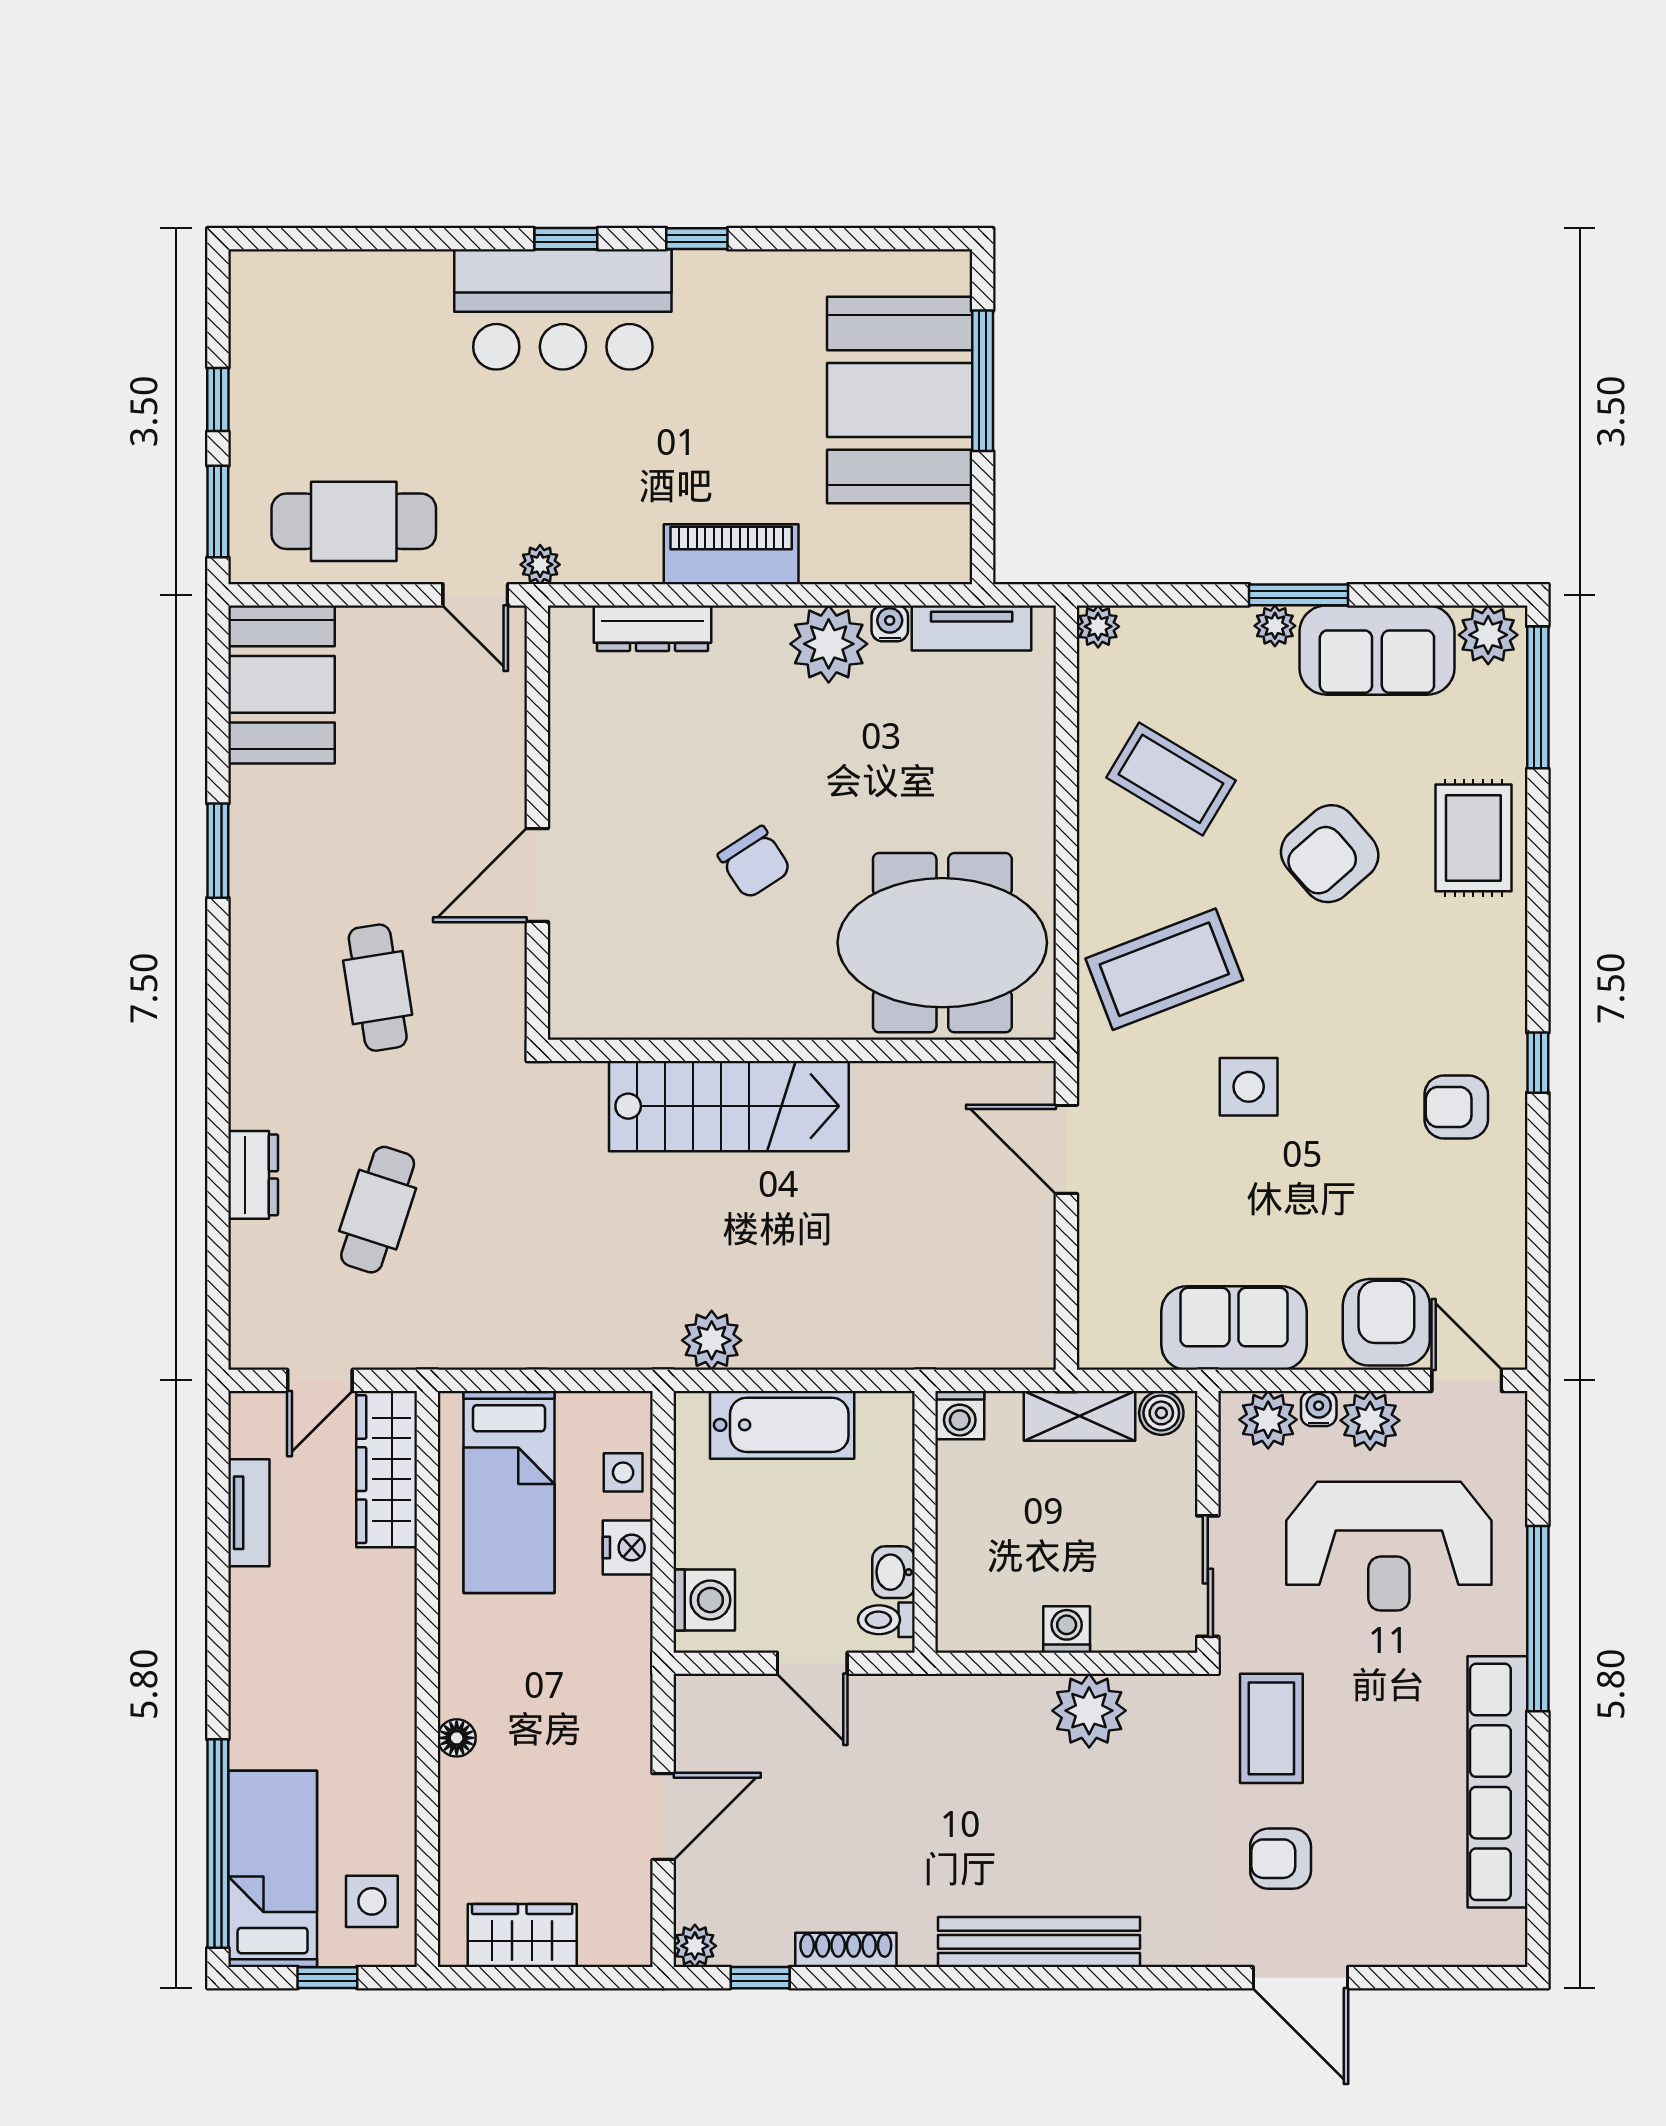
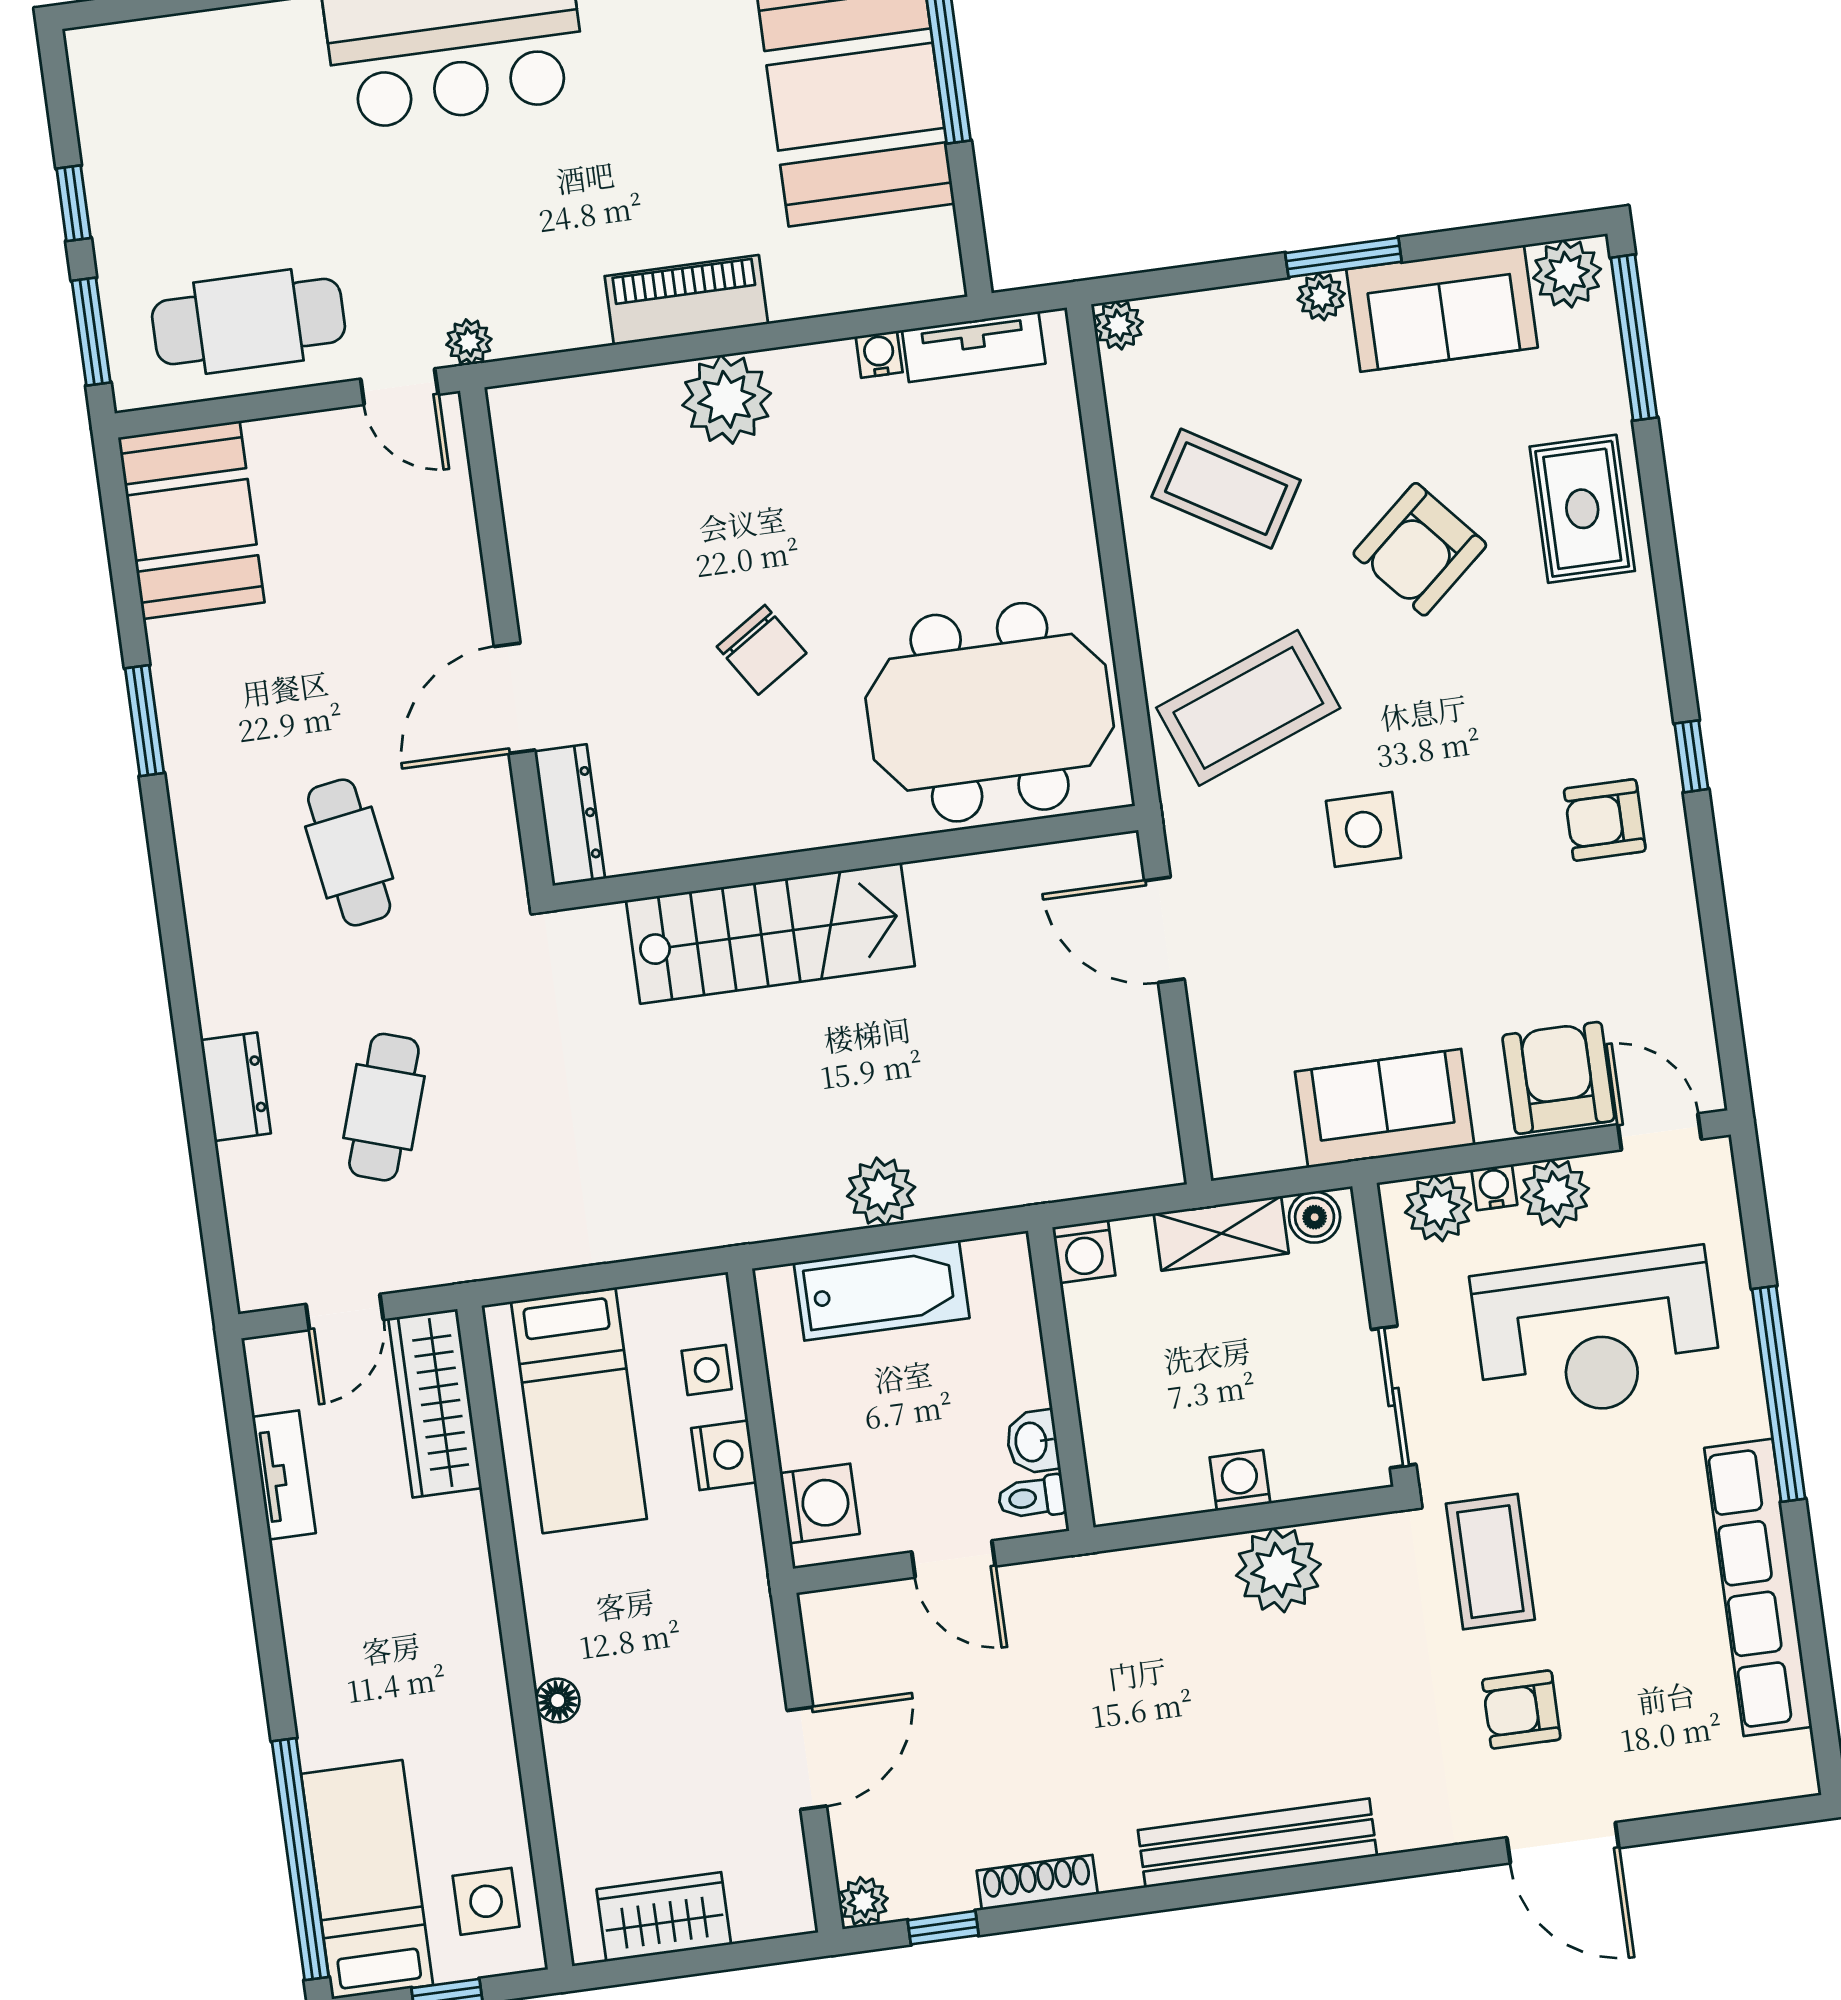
dresser: (652, 628) -> (570, 815), moved, turned -90
plant: (829, 644) -> (727, 399), moved
plant: (712, 1340) -> (881, 1192), moved

